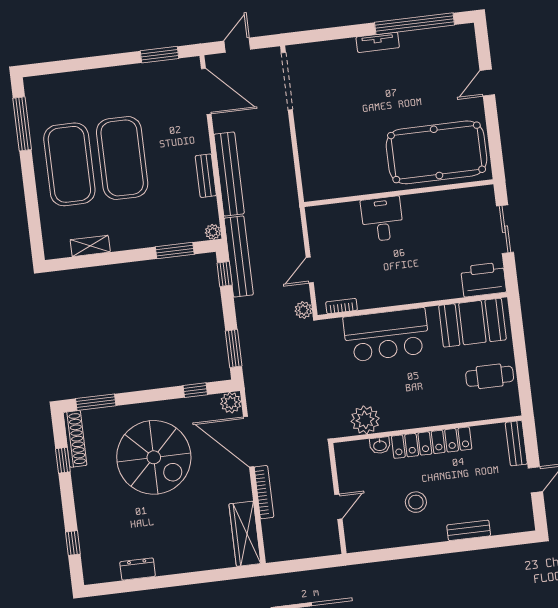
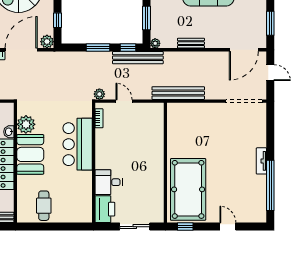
window: (495, 150) -> (185, 227), added
bench: (229, 174) -> (178, 93), moved
desk: (382, 219) -> (109, 182), moved, turned 180
booth: (472, 323) -> (30, 154), moved
window: (234, 348) -> (98, 47), moved

